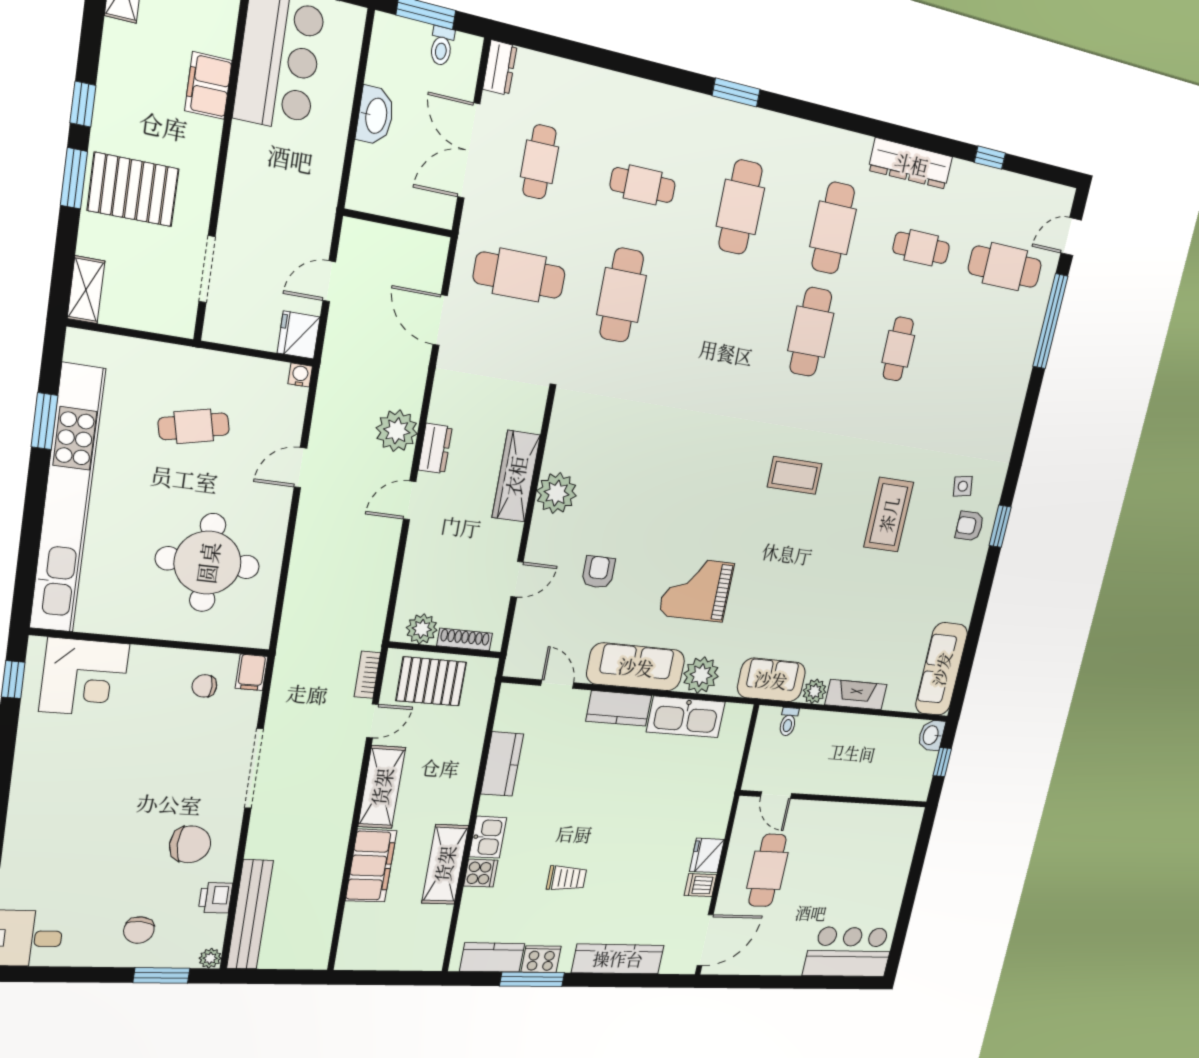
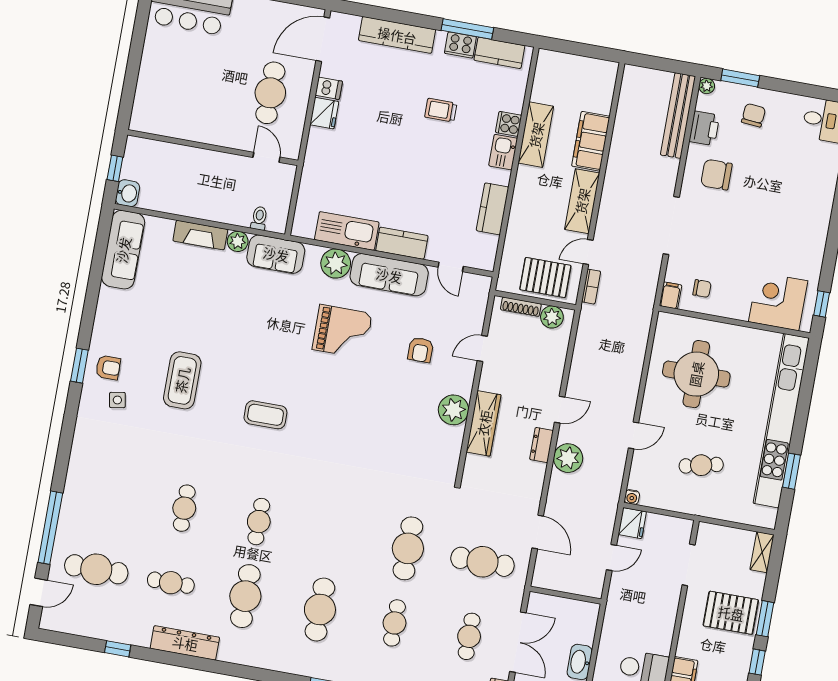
cafe table: (643, 185) -> (394, 623), turned 90
cafe table: (811, 332) -> (259, 522), width x0.73, depth x0.74
printer: (215, 898) -> (704, 128), width x1.36, depth x1.24

